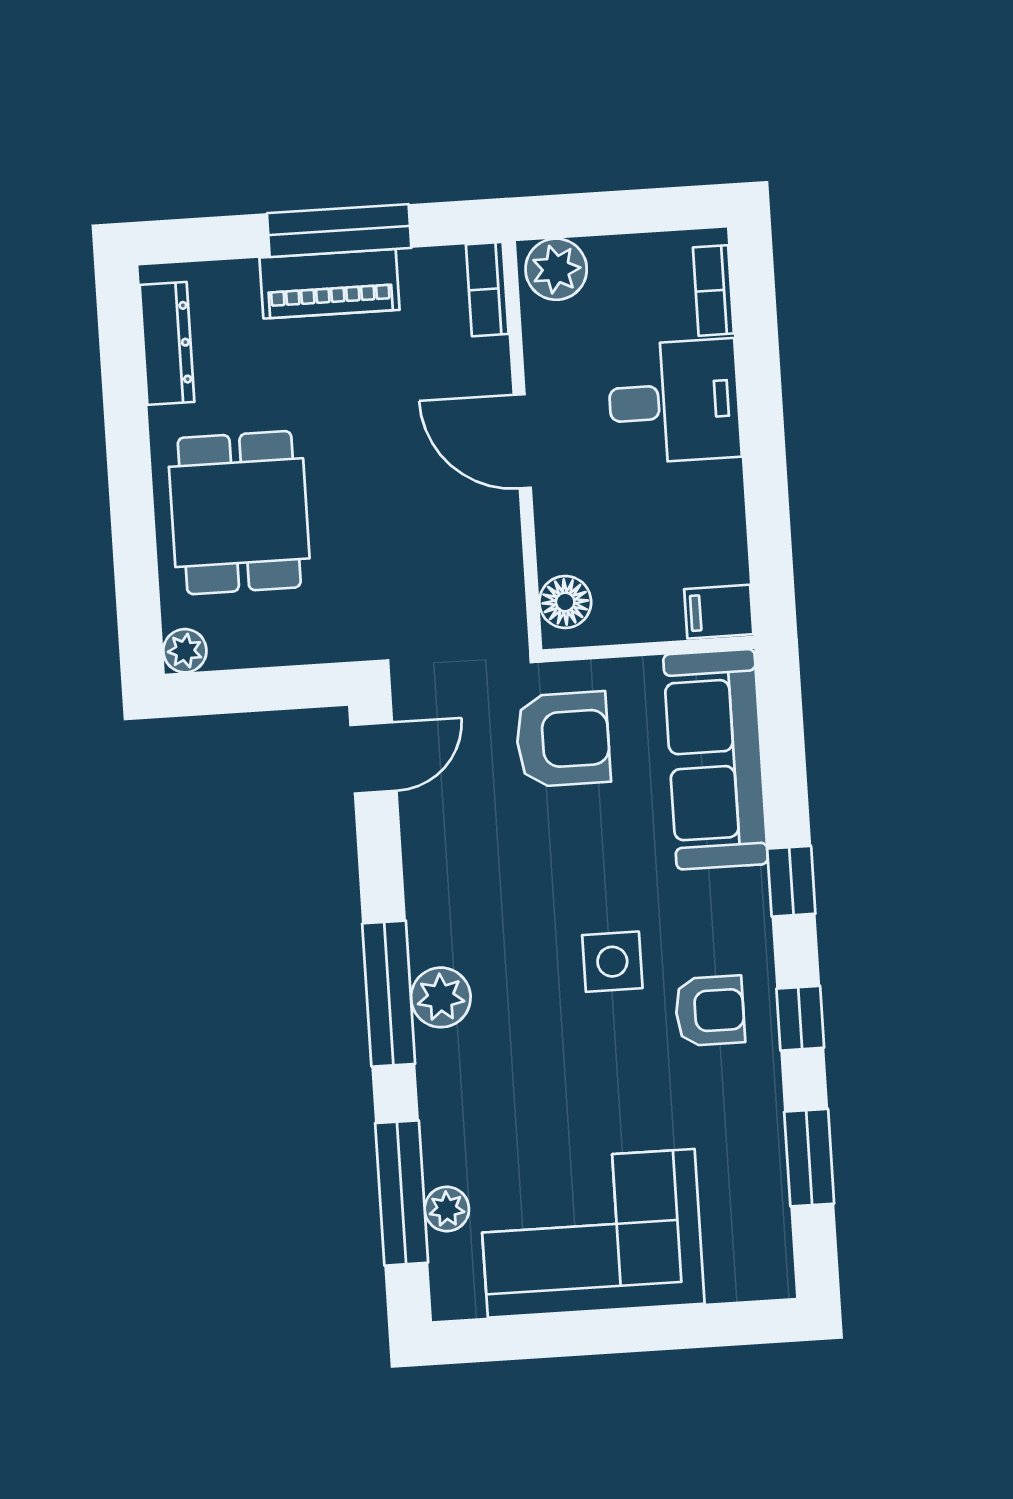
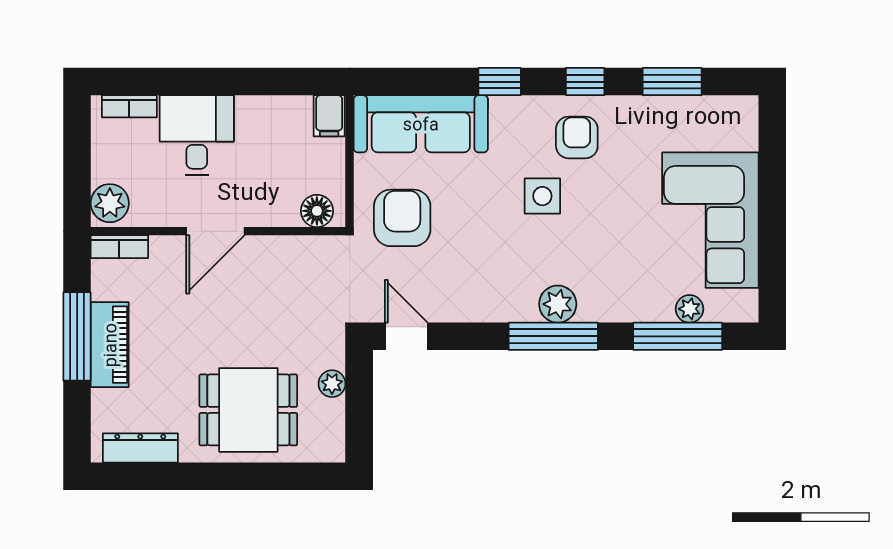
plant: (185, 651) -> (332, 384), moved

